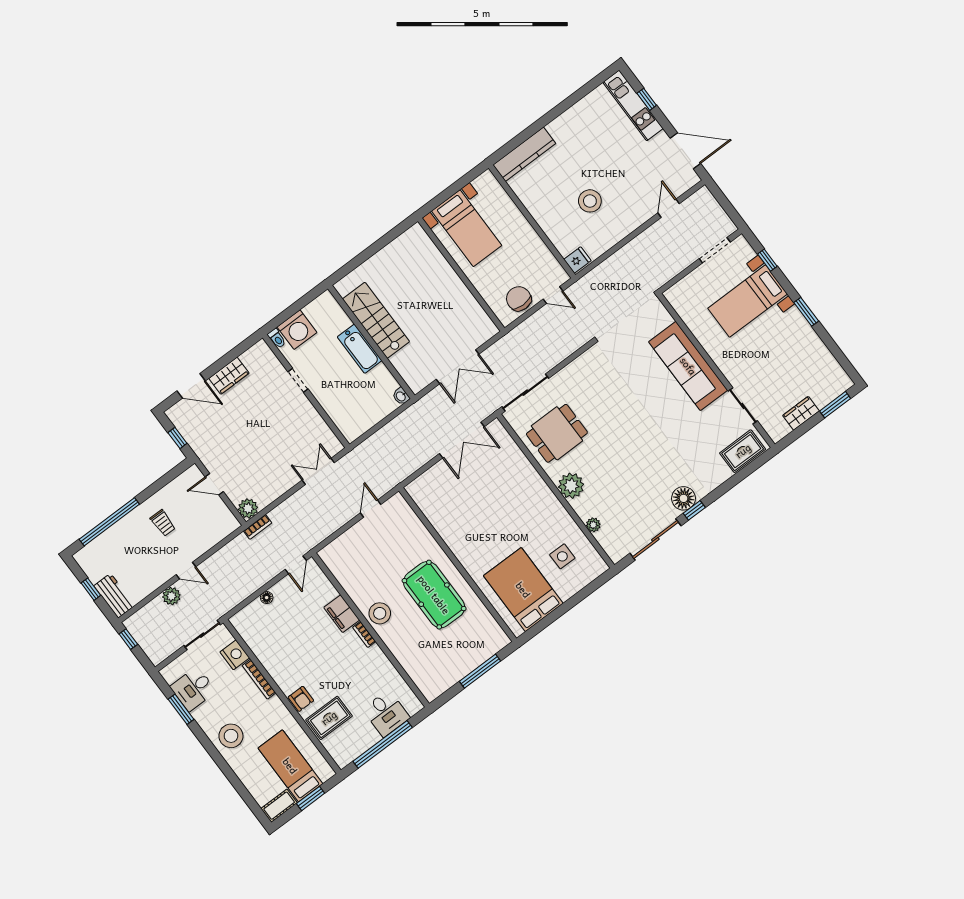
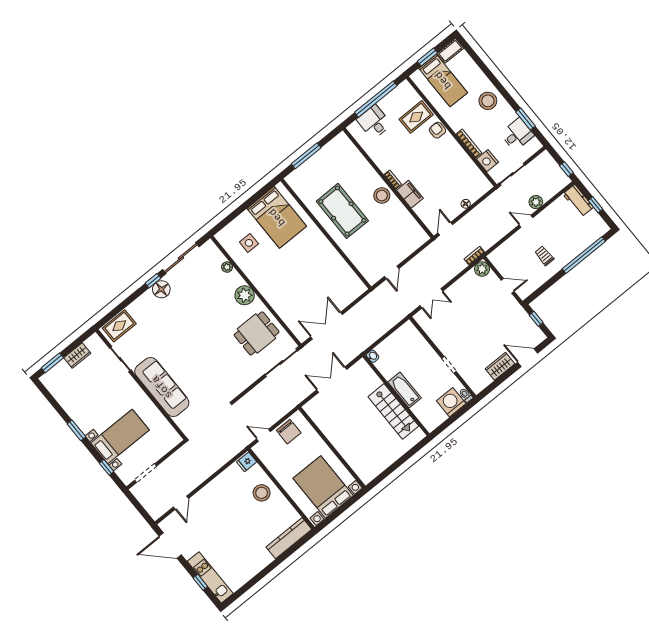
stool: (590, 201) -> (262, 493), moved
bed with nightstands: (467, 228) -> (323, 487), width x1.36

